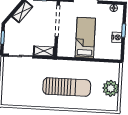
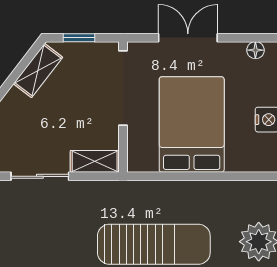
bed: (85, 38) -> (192, 125), width x1.50

